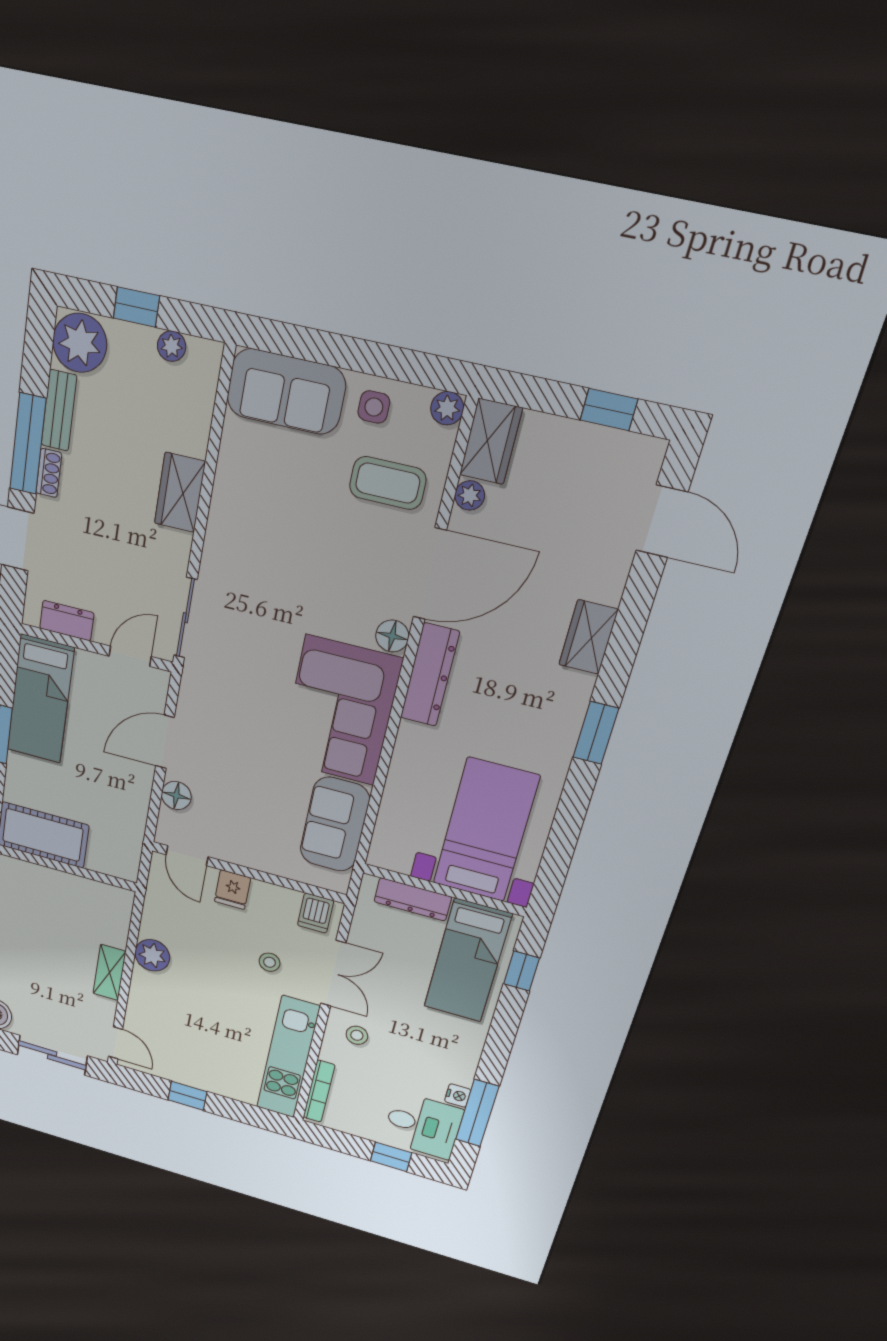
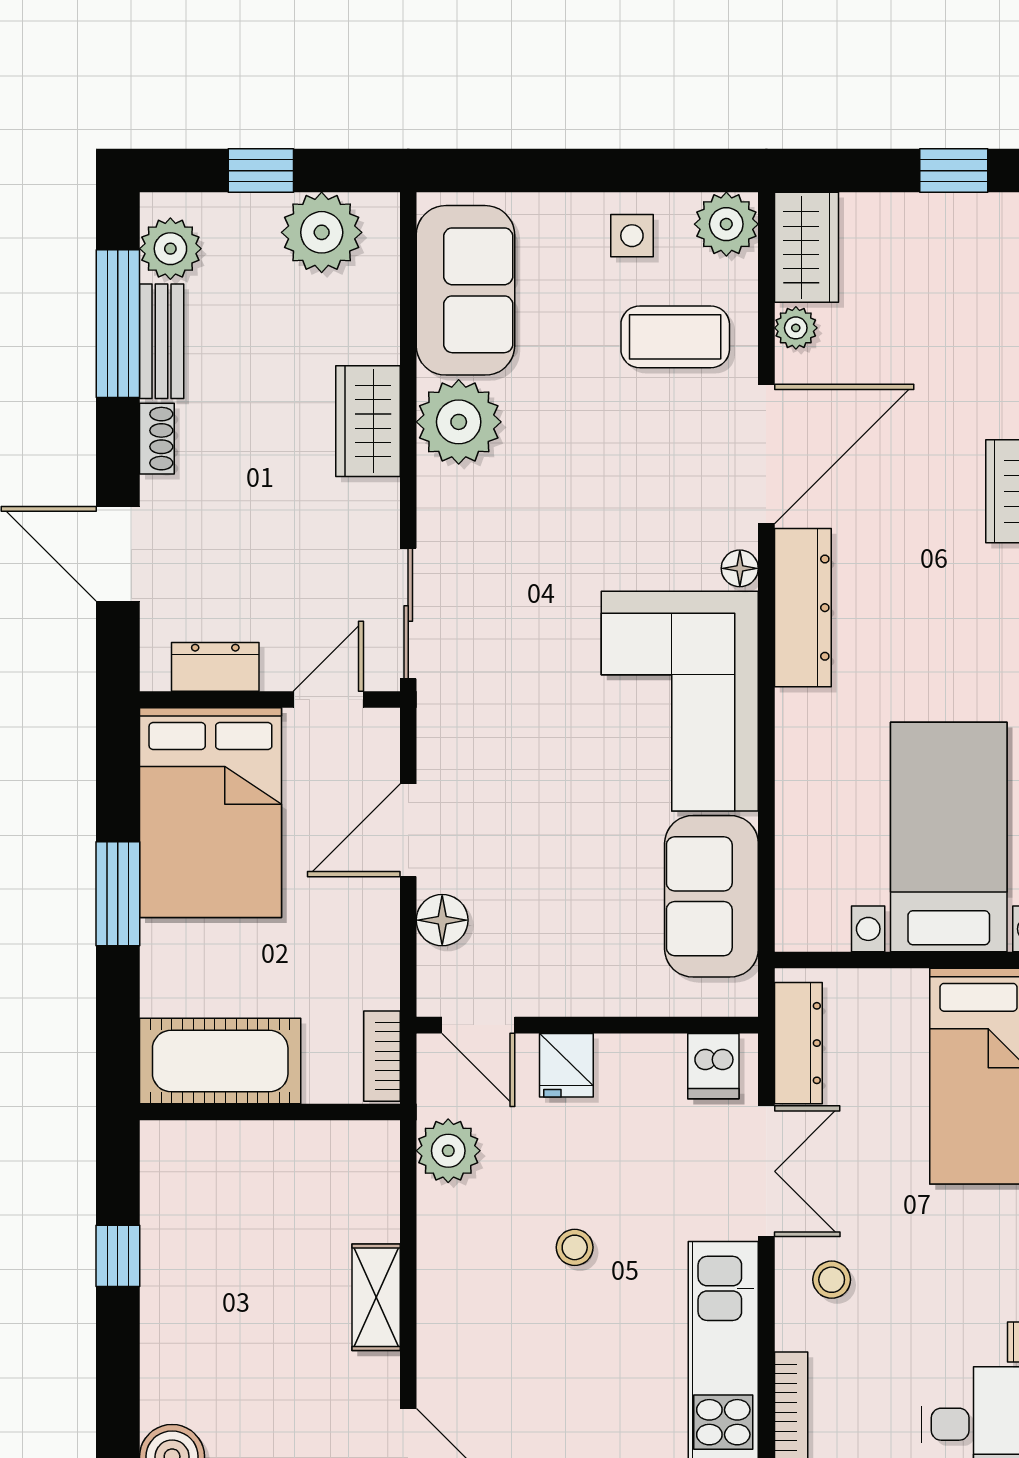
plant: (80, 343) -> (170, 249), width x0.73, depth x0.73
plant: (172, 346) -> (322, 232), width x1.87, depth x1.87
sofa: (286, 392) -> (465, 290), moved, turned -90
plant: (447, 408) -> (726, 224), width x1.38, depth x1.38
window: (28, 444) -> (118, 324), moved
plant: (237, 506) -> (459, 422), added
floor lamp: (392, 636) -> (740, 568), width x0.73, depth x0.73
bed: (40, 699) -> (210, 813), width x1.50
bookcase: (131, 857) -> (382, 1056), added
dresser: (413, 899) -> (798, 1043), moved, turned -90
plant: (152, 955) -> (448, 1151), moved
stool: (269, 962) -> (575, 1247), moved

